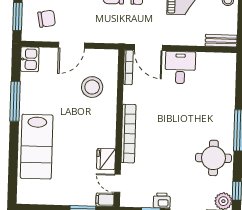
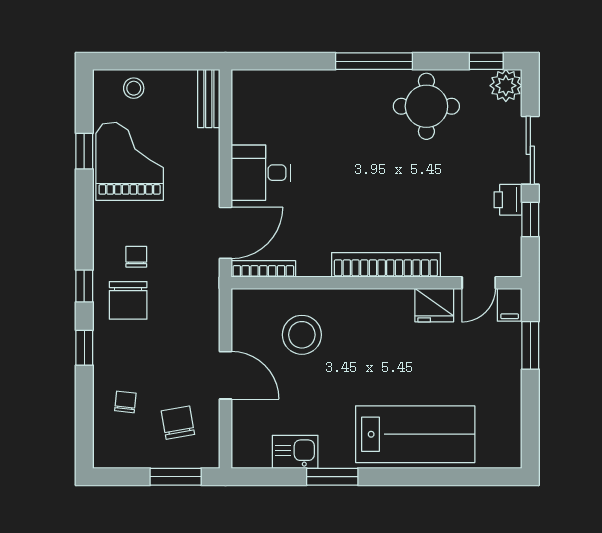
kitchen sink: (30, 59) -> (295, 452), moved
window: (15, 101) -> (332, 477), width x0.69

